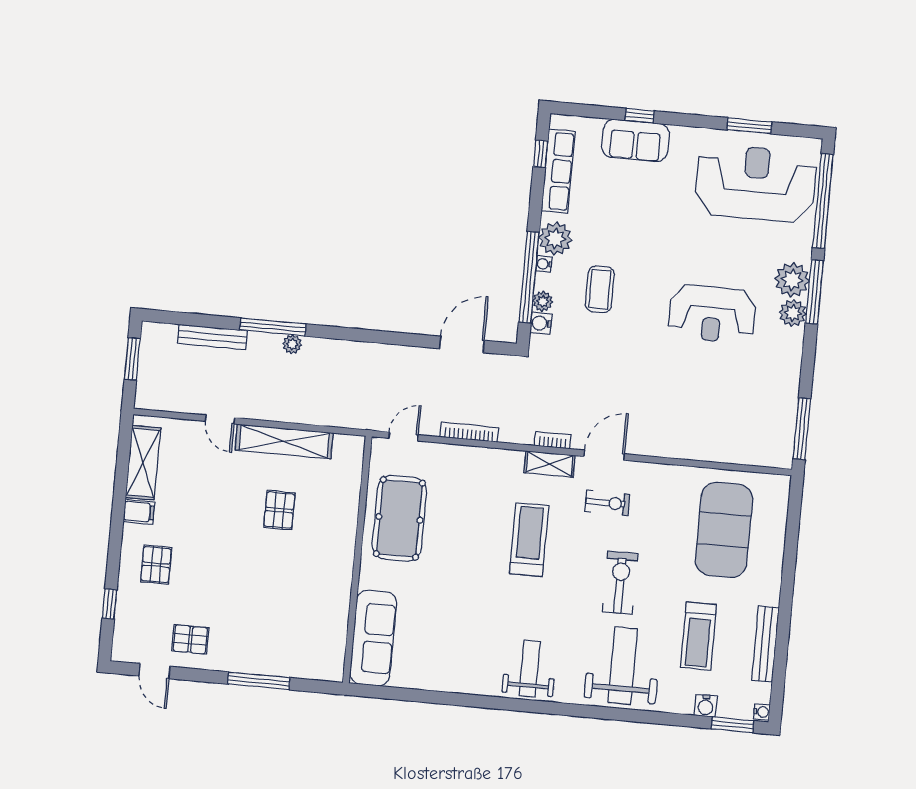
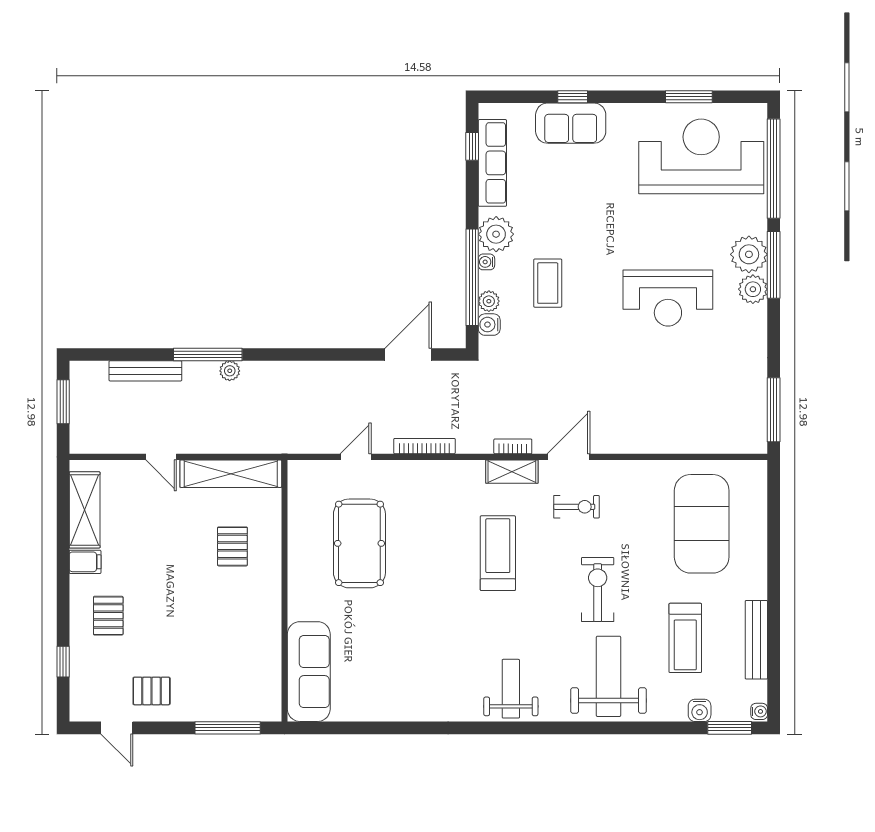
wall: (357, 560) -> (284, 591), moved
sofa: (373, 638) -> (309, 672), moved

